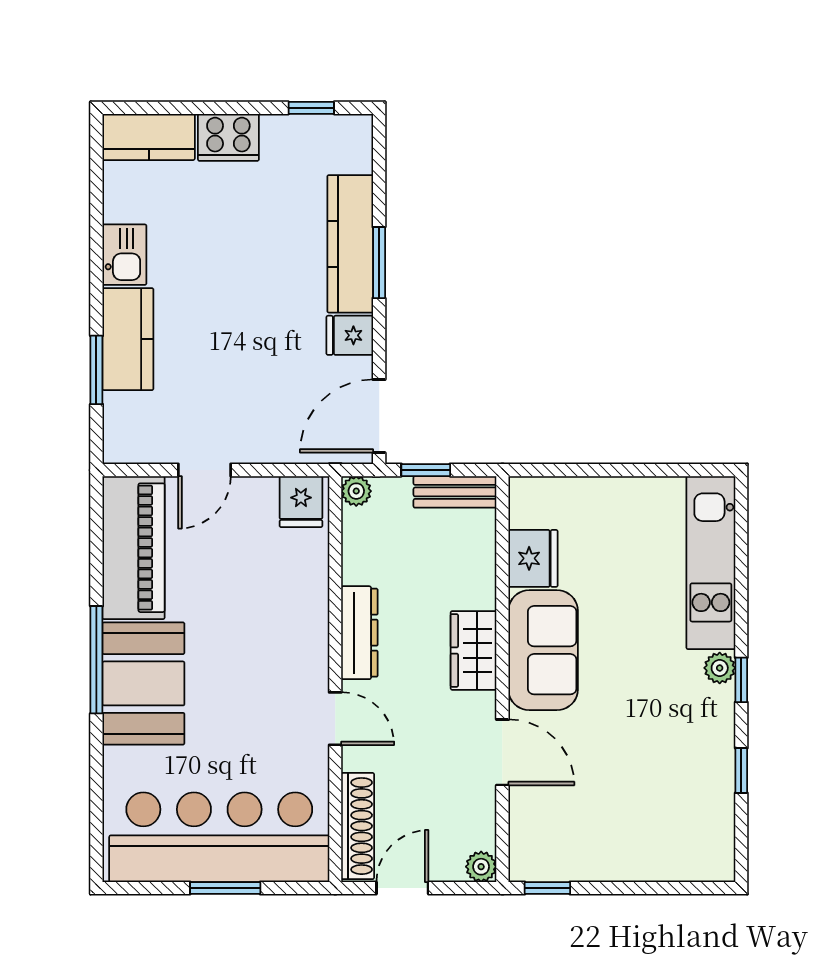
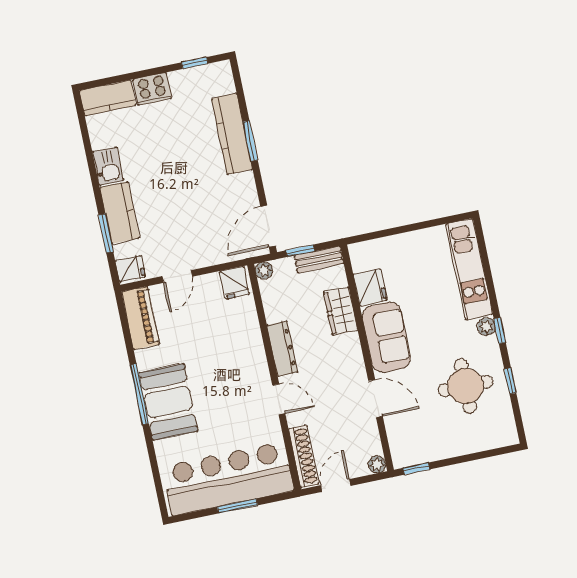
fridge: (350, 335) -> (130, 269), moved, turned 180
piano: (134, 548) -> (140, 318), width x0.73, depth x0.75
wardrobe: (474, 650) -> (341, 311), moved
round table: (662, 763) -> (465, 386), added

